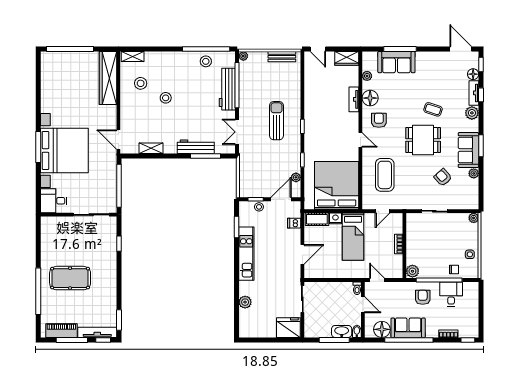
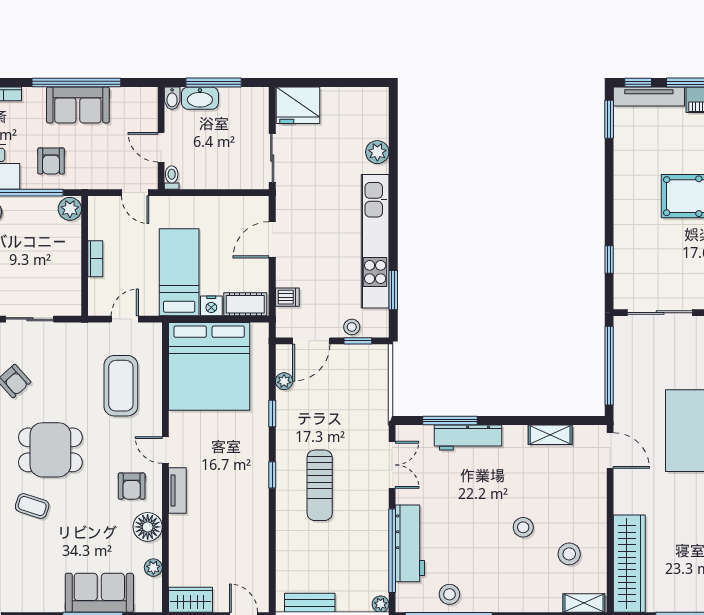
tv unit: (354, 99) -> (177, 491), moved
kitchen unit: (246, 254) -> (375, 241), width x1.36
floor lamp: (382, 329) -> (126, 102), removed

